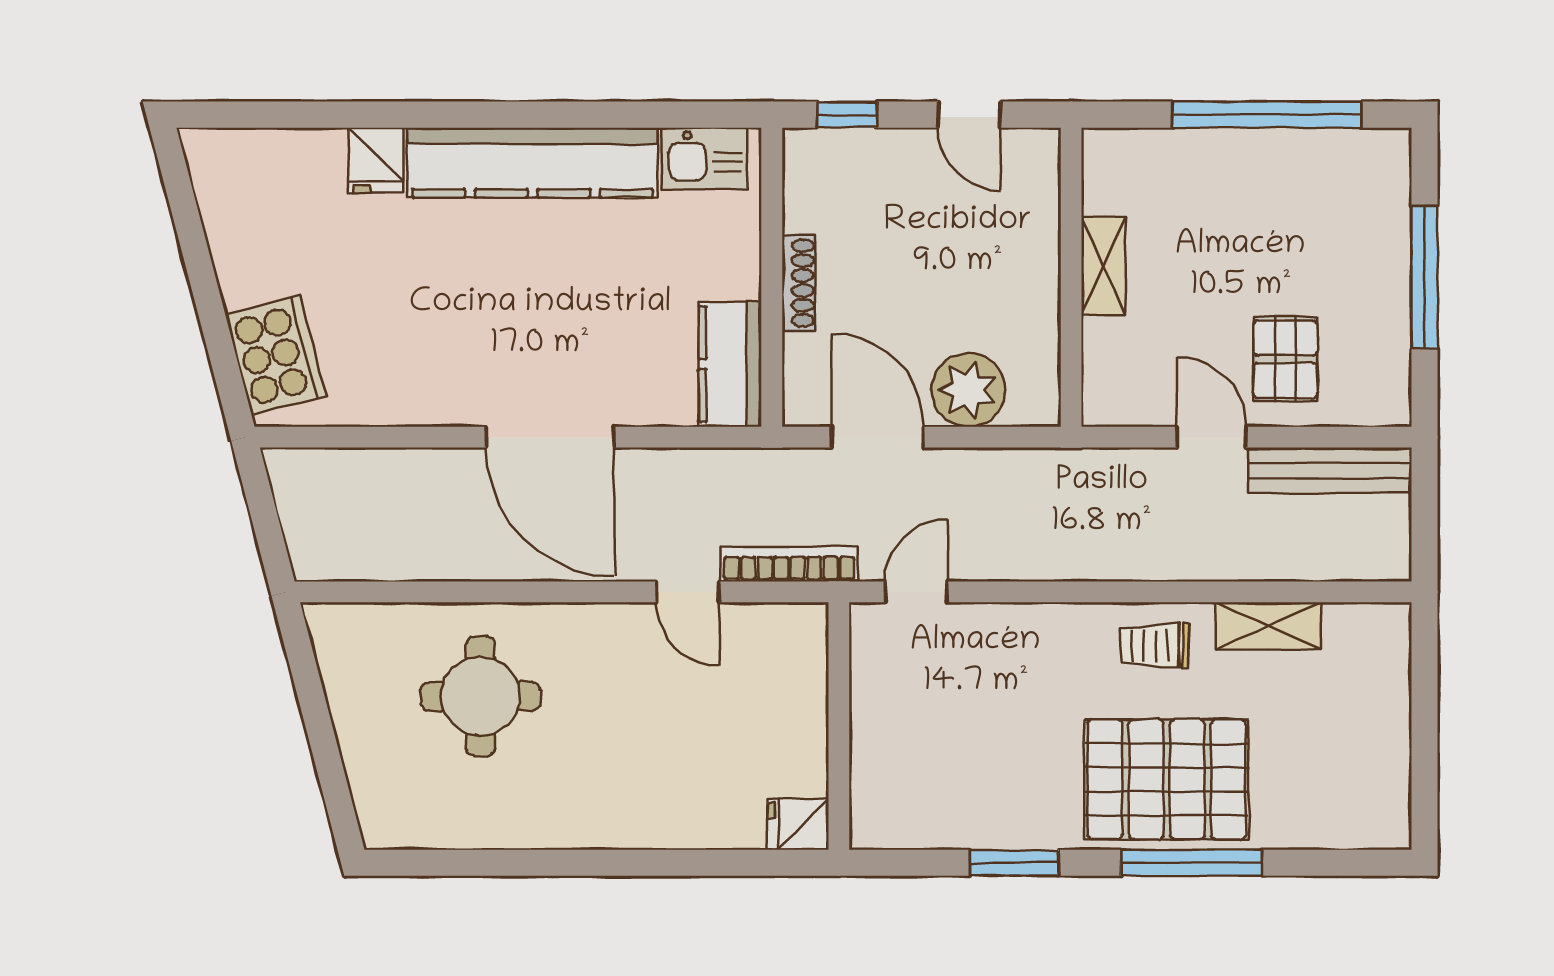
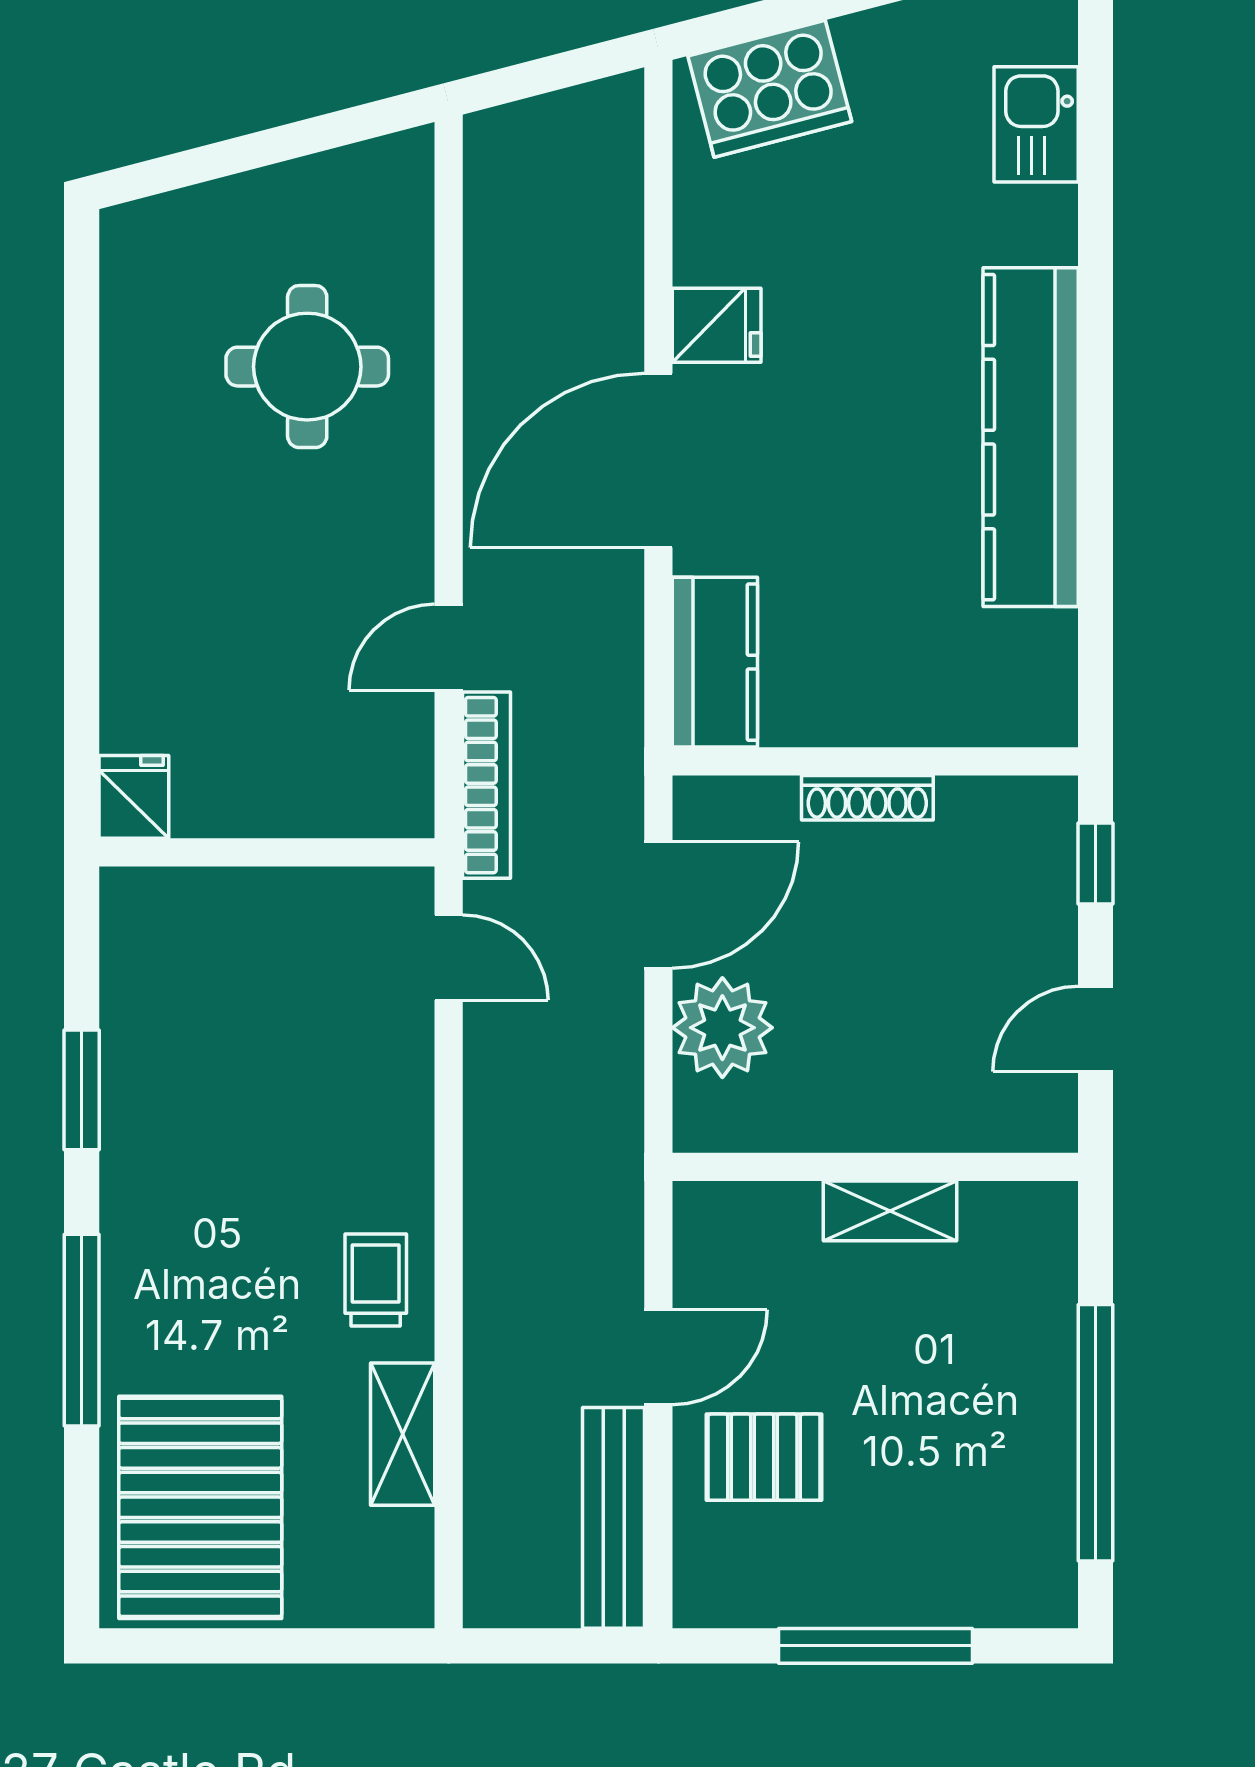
kitchen sink: (704, 158) -> (1036, 124), moved
fridge: (376, 160) -> (717, 325), moved, turned 180
kitchen counter: (730, 364) -> (715, 662), moved, turned 90
pallet: (1167, 779) -> (200, 1507), moved

